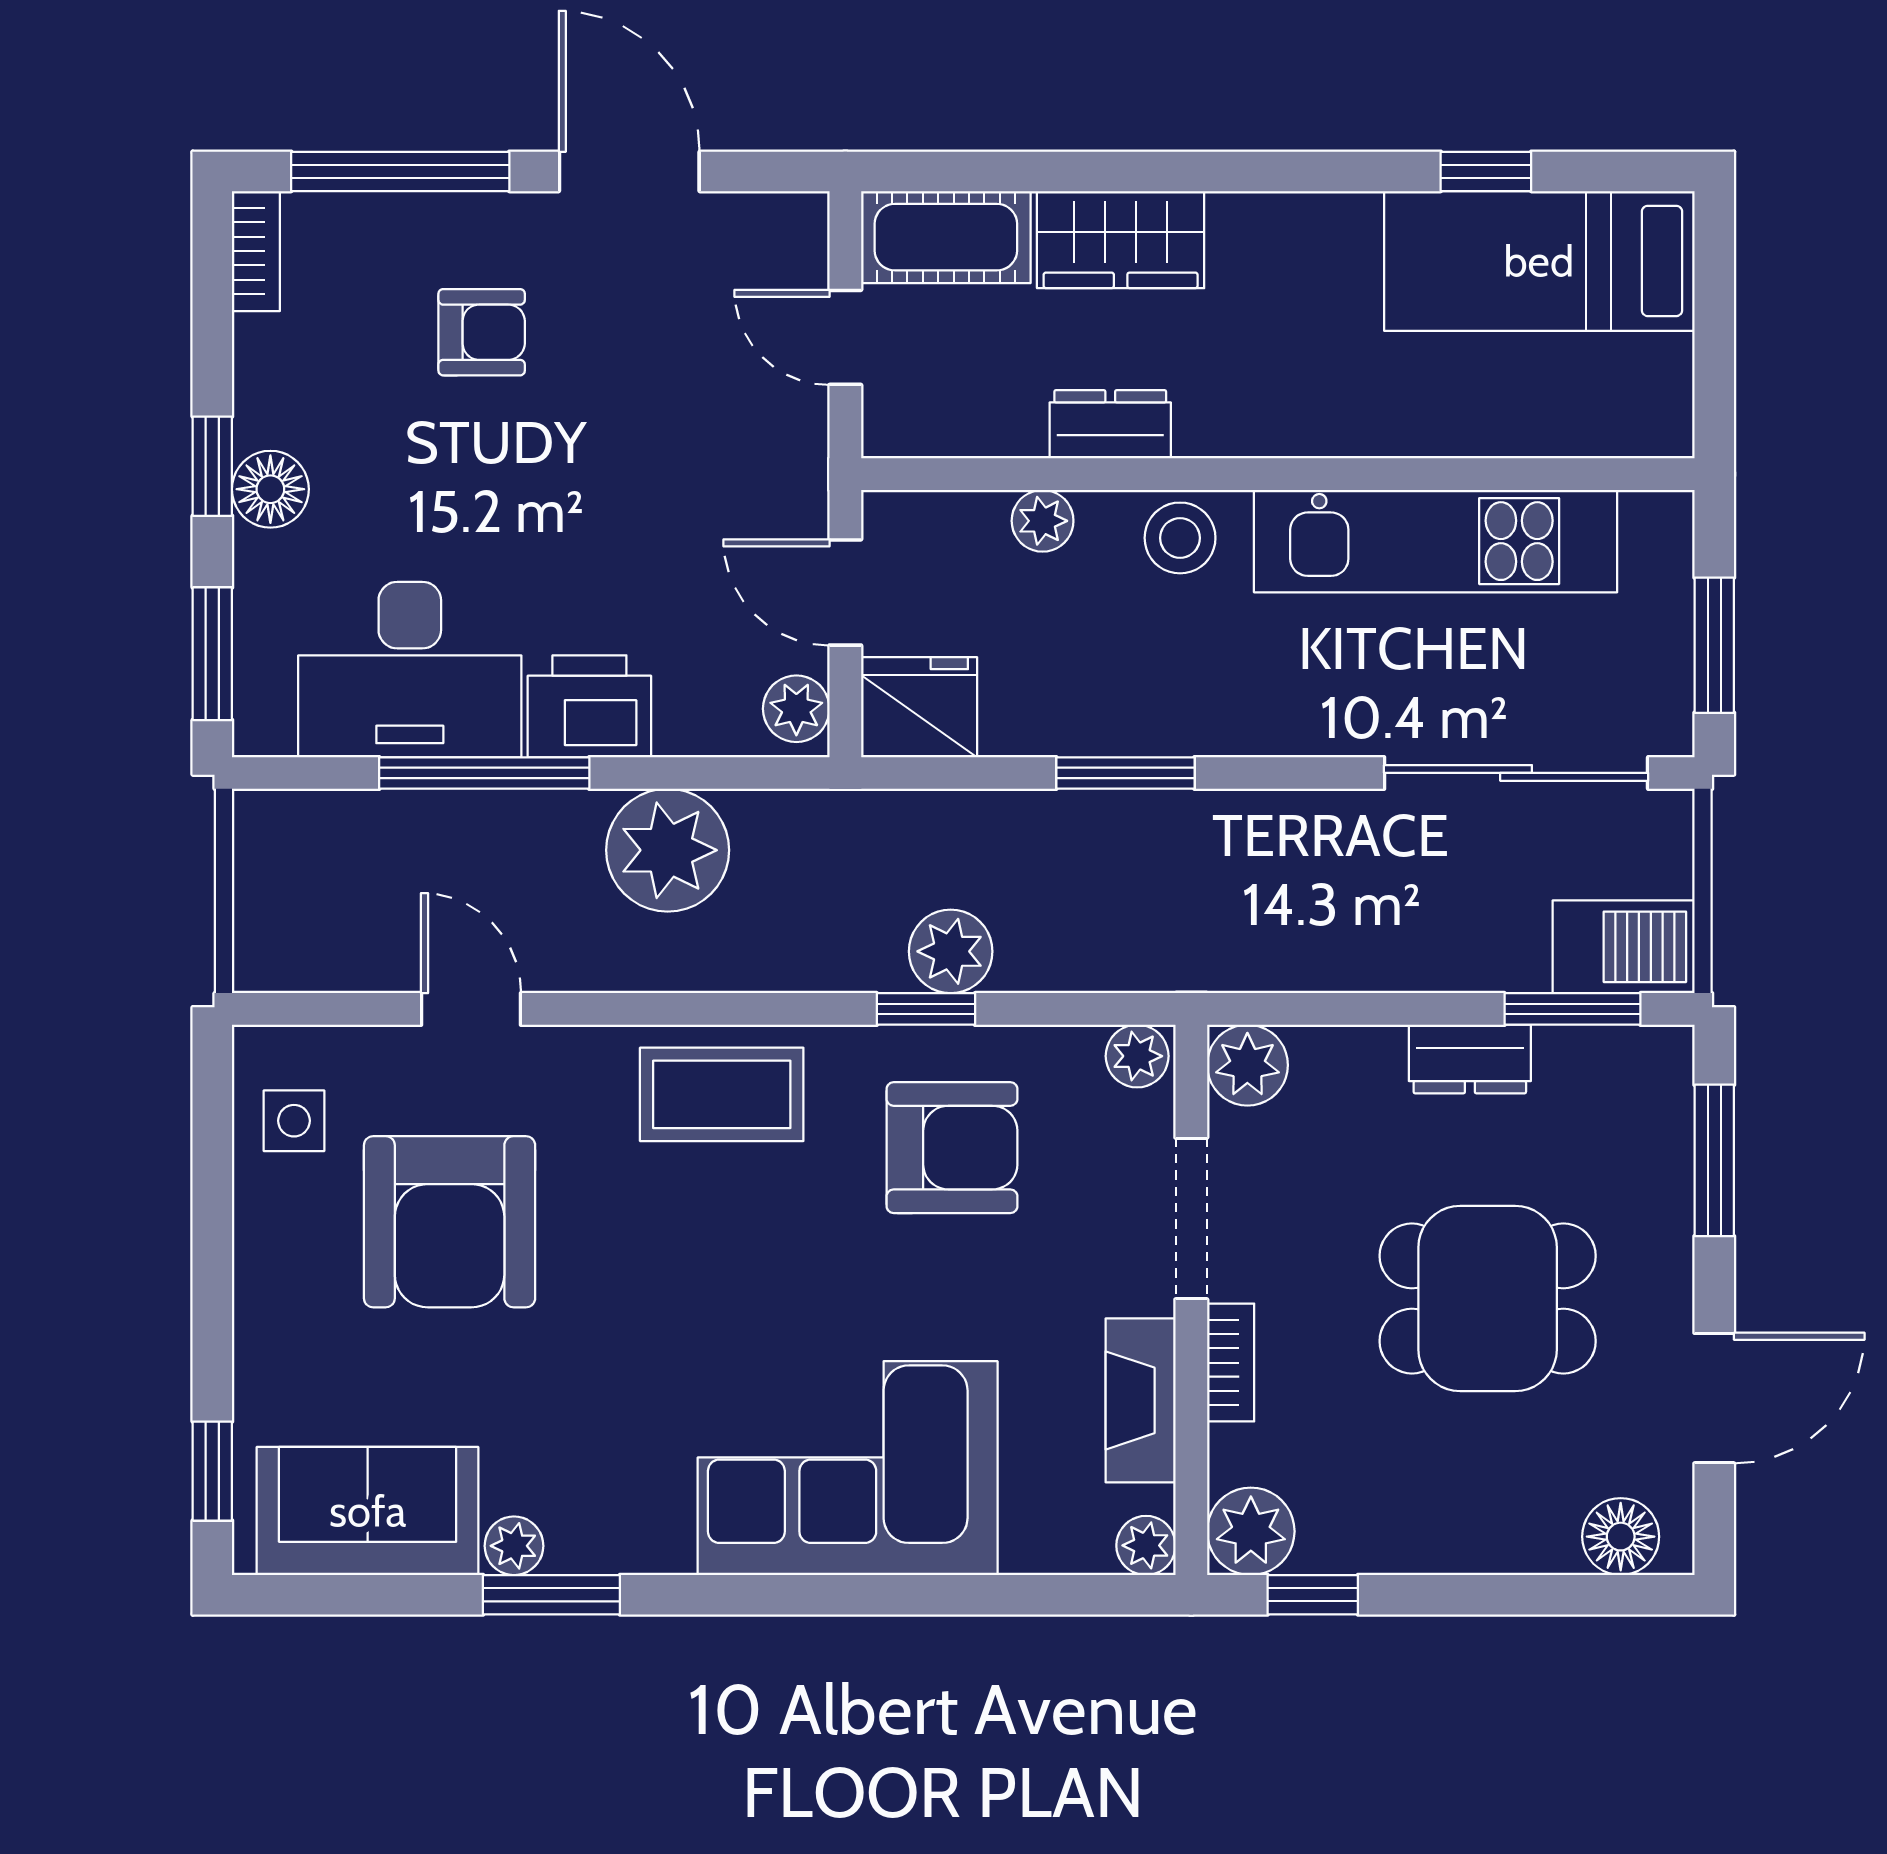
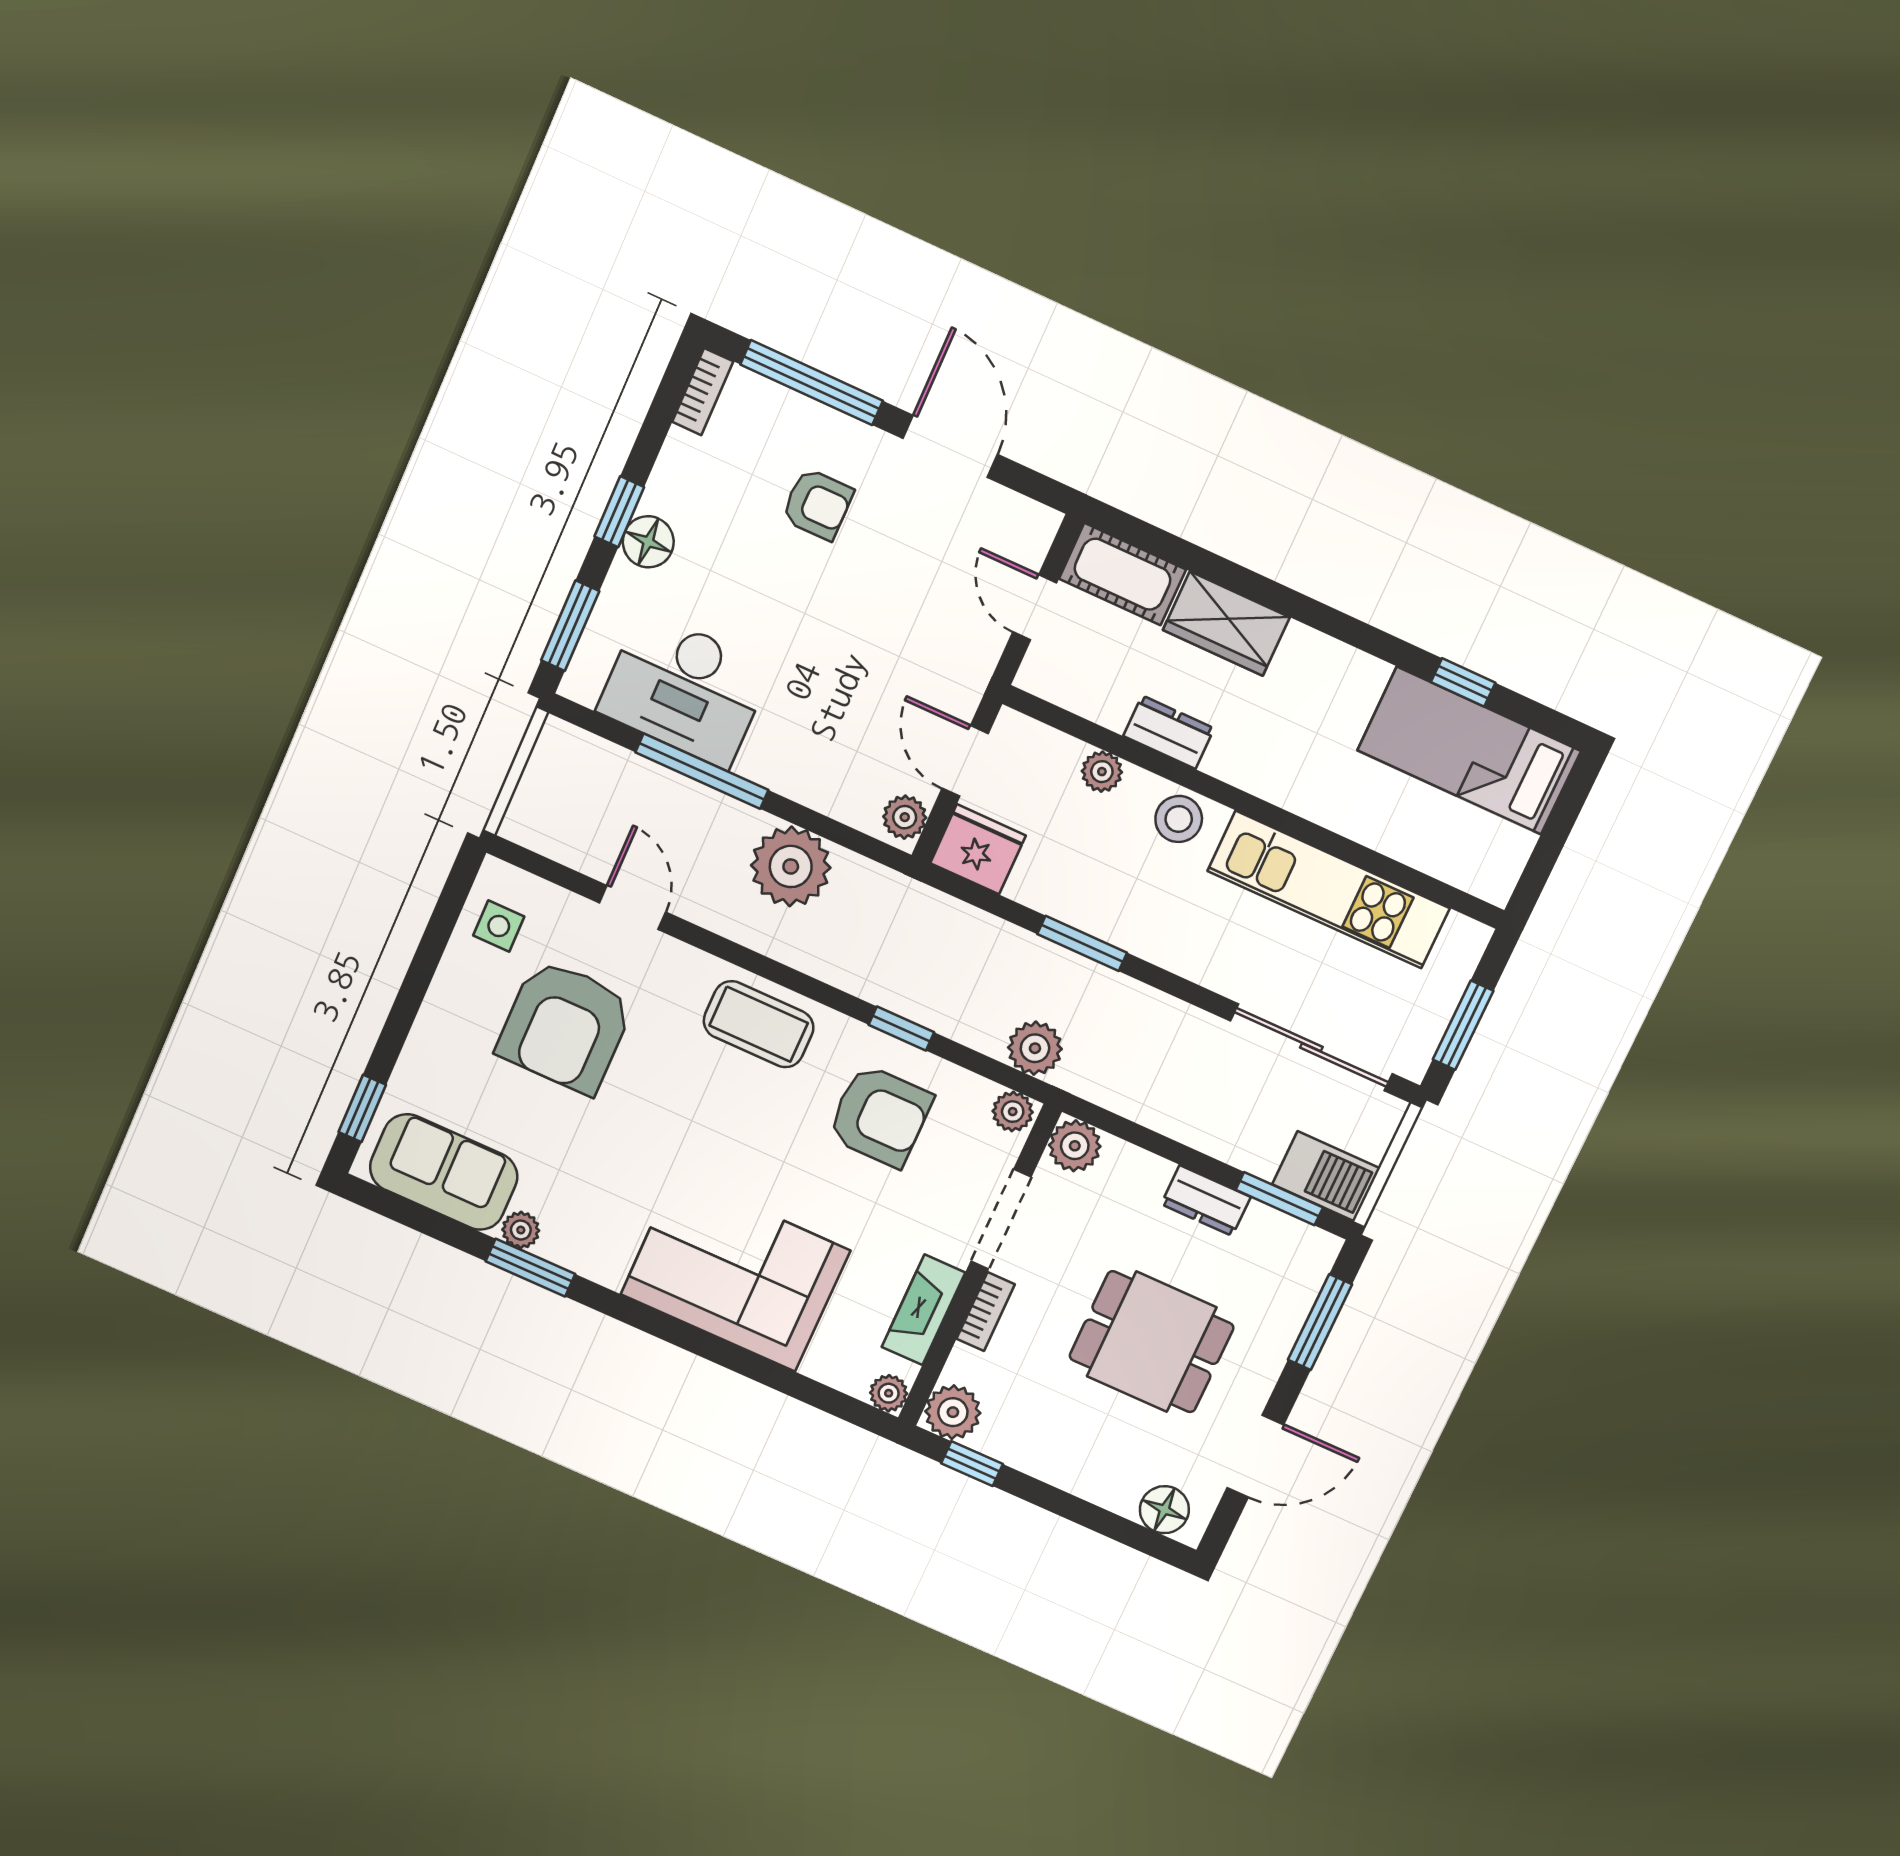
printer: (589, 706) -> (782, 760), removed
plant: (951, 951) -> (1035, 1048), moved

